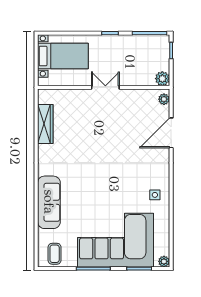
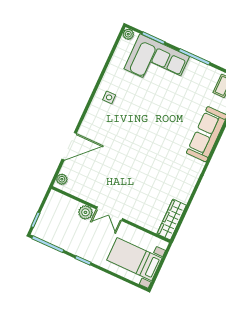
plant: (162, 79) -> (85, 212), moved
wardrobe: (45, 124) -> (172, 219), moved
corner sofa: (116, 240) -> (157, 63), width x0.73, depth x0.74

